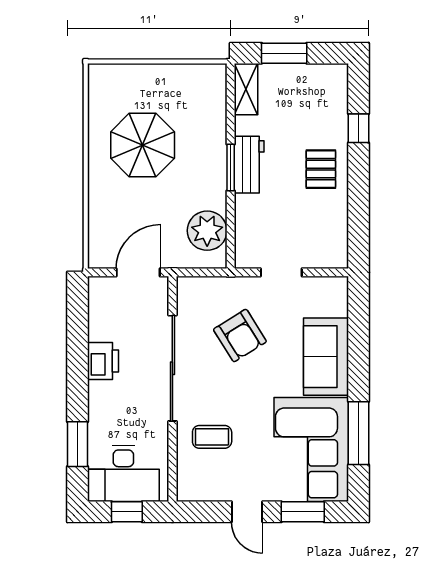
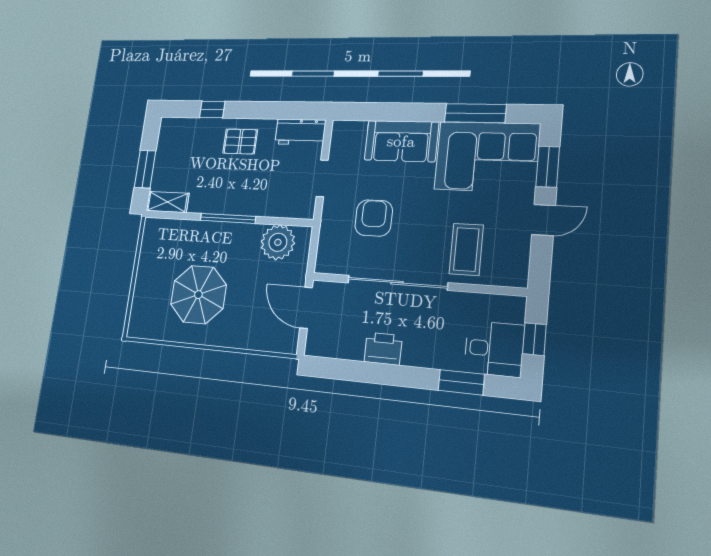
workbench: (249, 165) -> (300, 132), moved, turned 180
window: (231, 167) -> (228, 218), width x1.44
armchair: (240, 336) -> (374, 218), turned -58
coffee table: (212, 437) -> (466, 249), width x1.36, depth x1.30
desk: (123, 473) -> (494, 349), width x0.73

